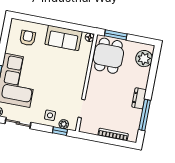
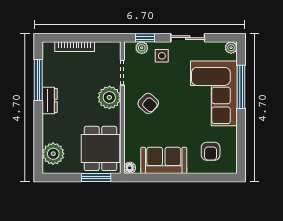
armchair: (67, 82) -> (148, 103), added
plant: (95, 92) -> (109, 97), added
sliding door: (18, 123) -> (188, 38), moved

